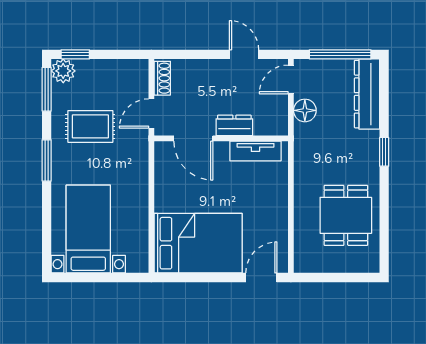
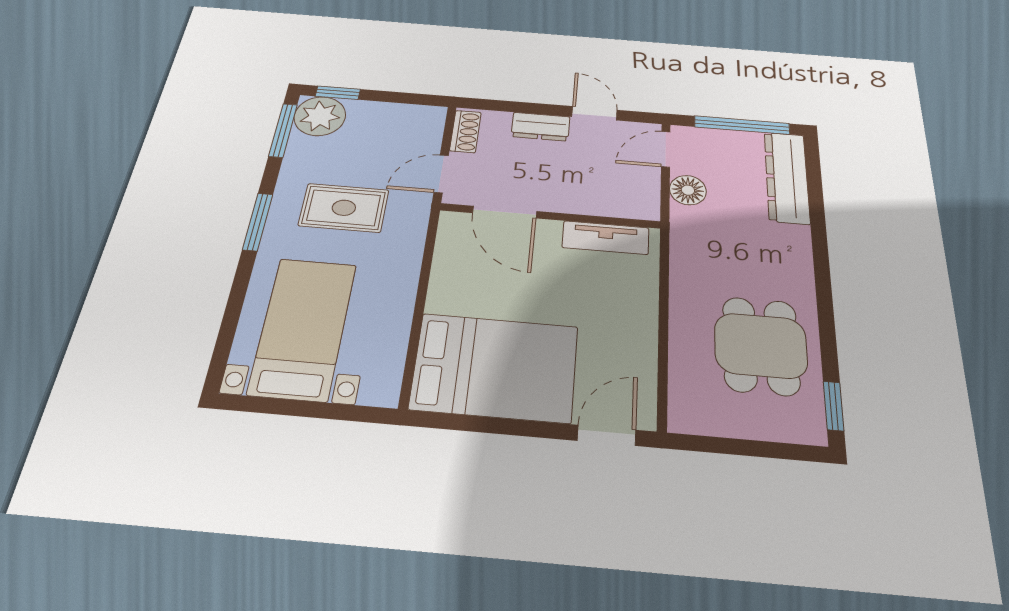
plant: (63, 71) -> (320, 116), width x1.36, depth x1.36
dresser: (234, 125) -> (541, 127), moved, turned 180
rug: (90, 126) -> (344, 208), moved
window: (384, 152) -> (834, 406), moved

